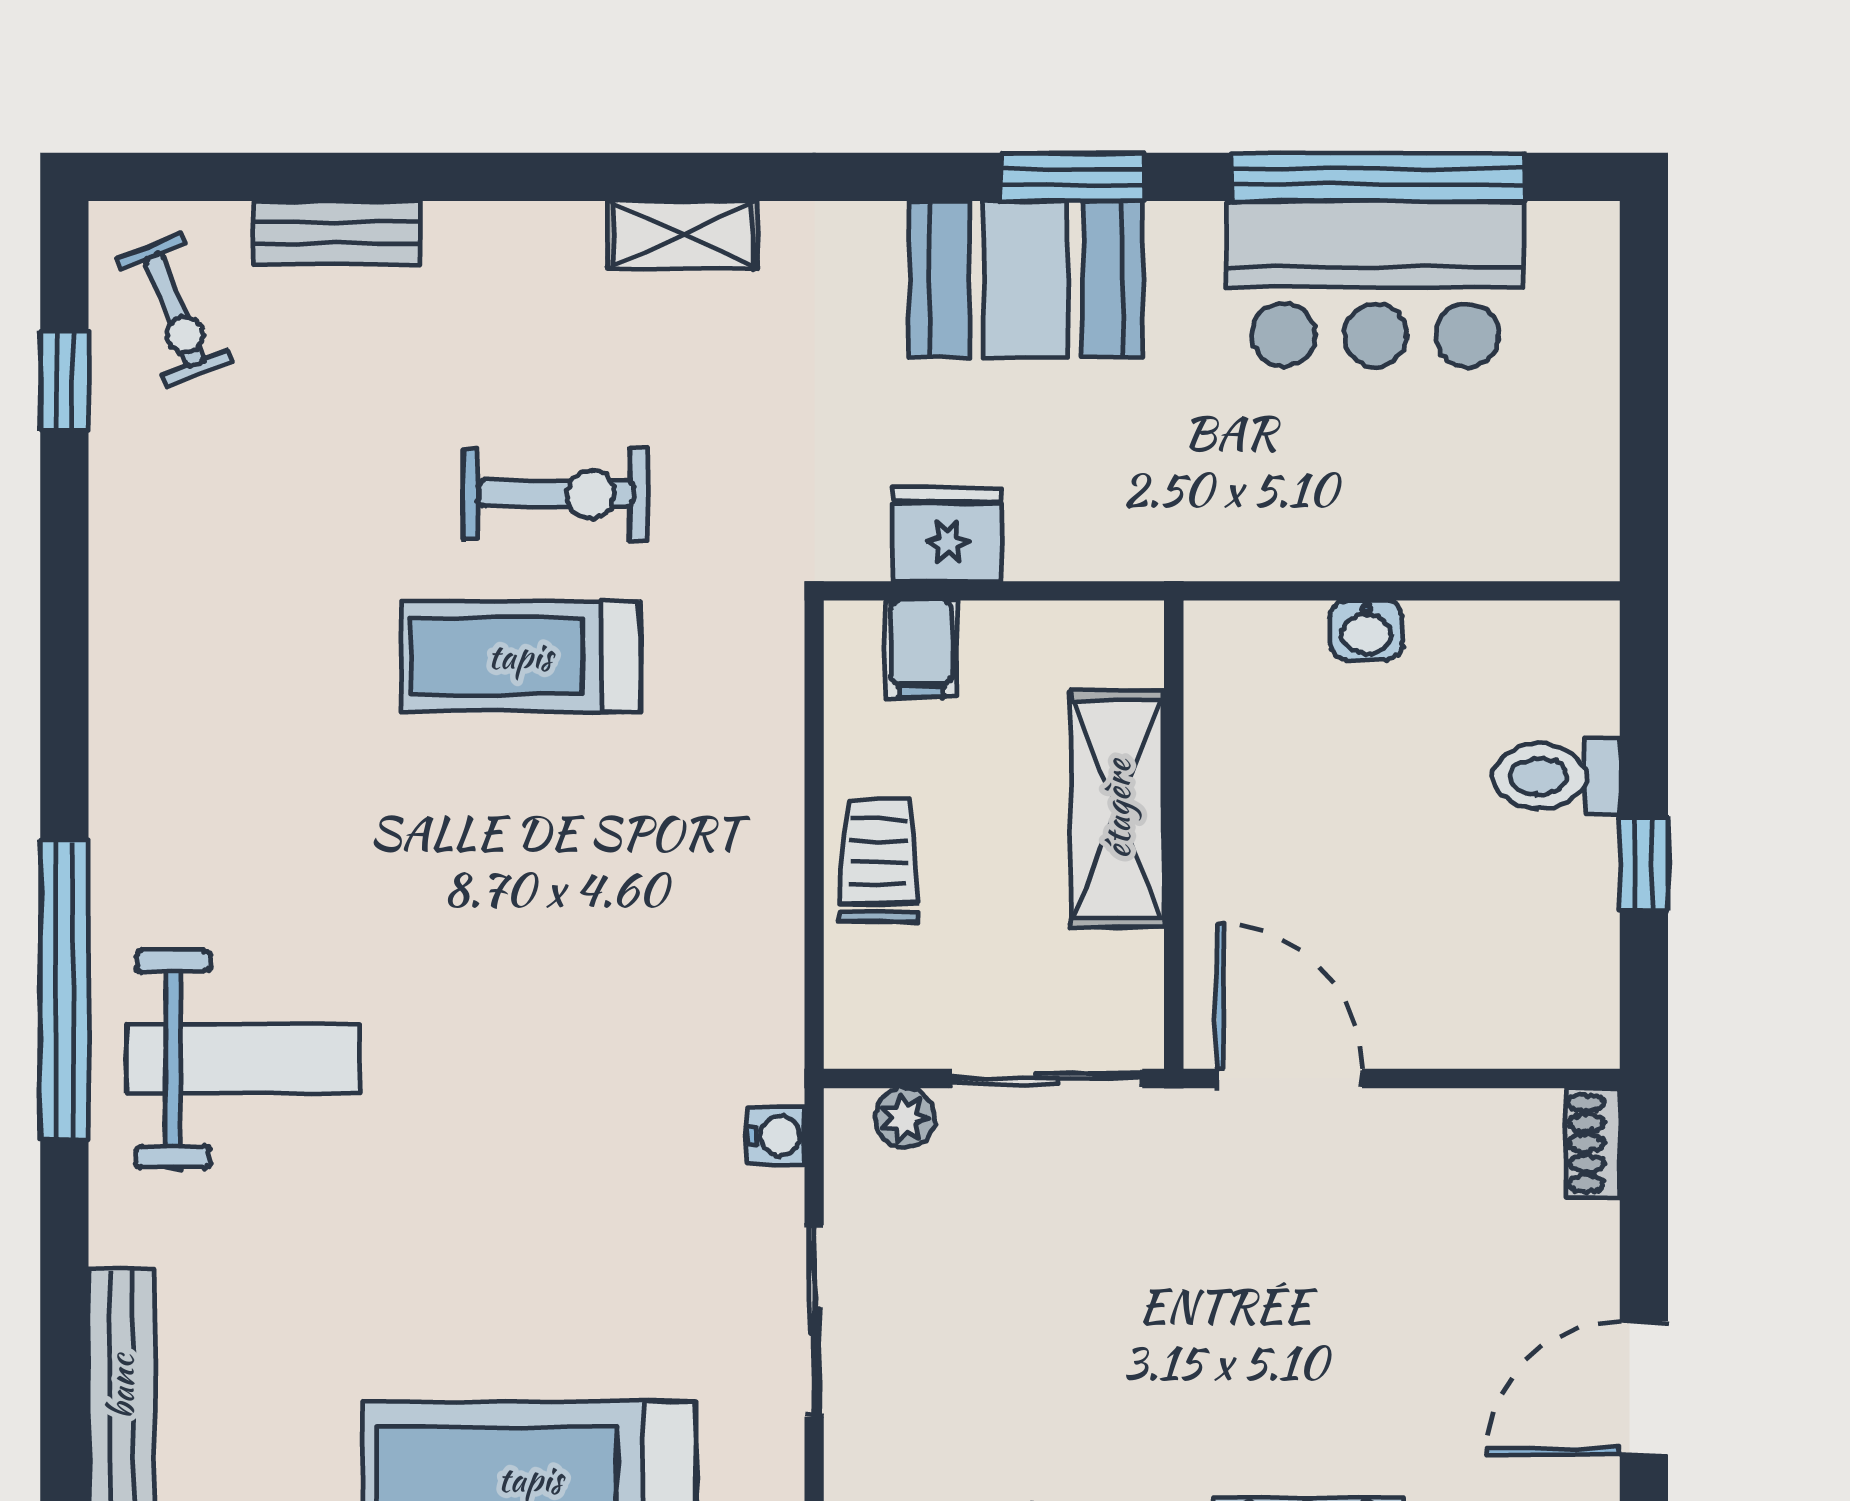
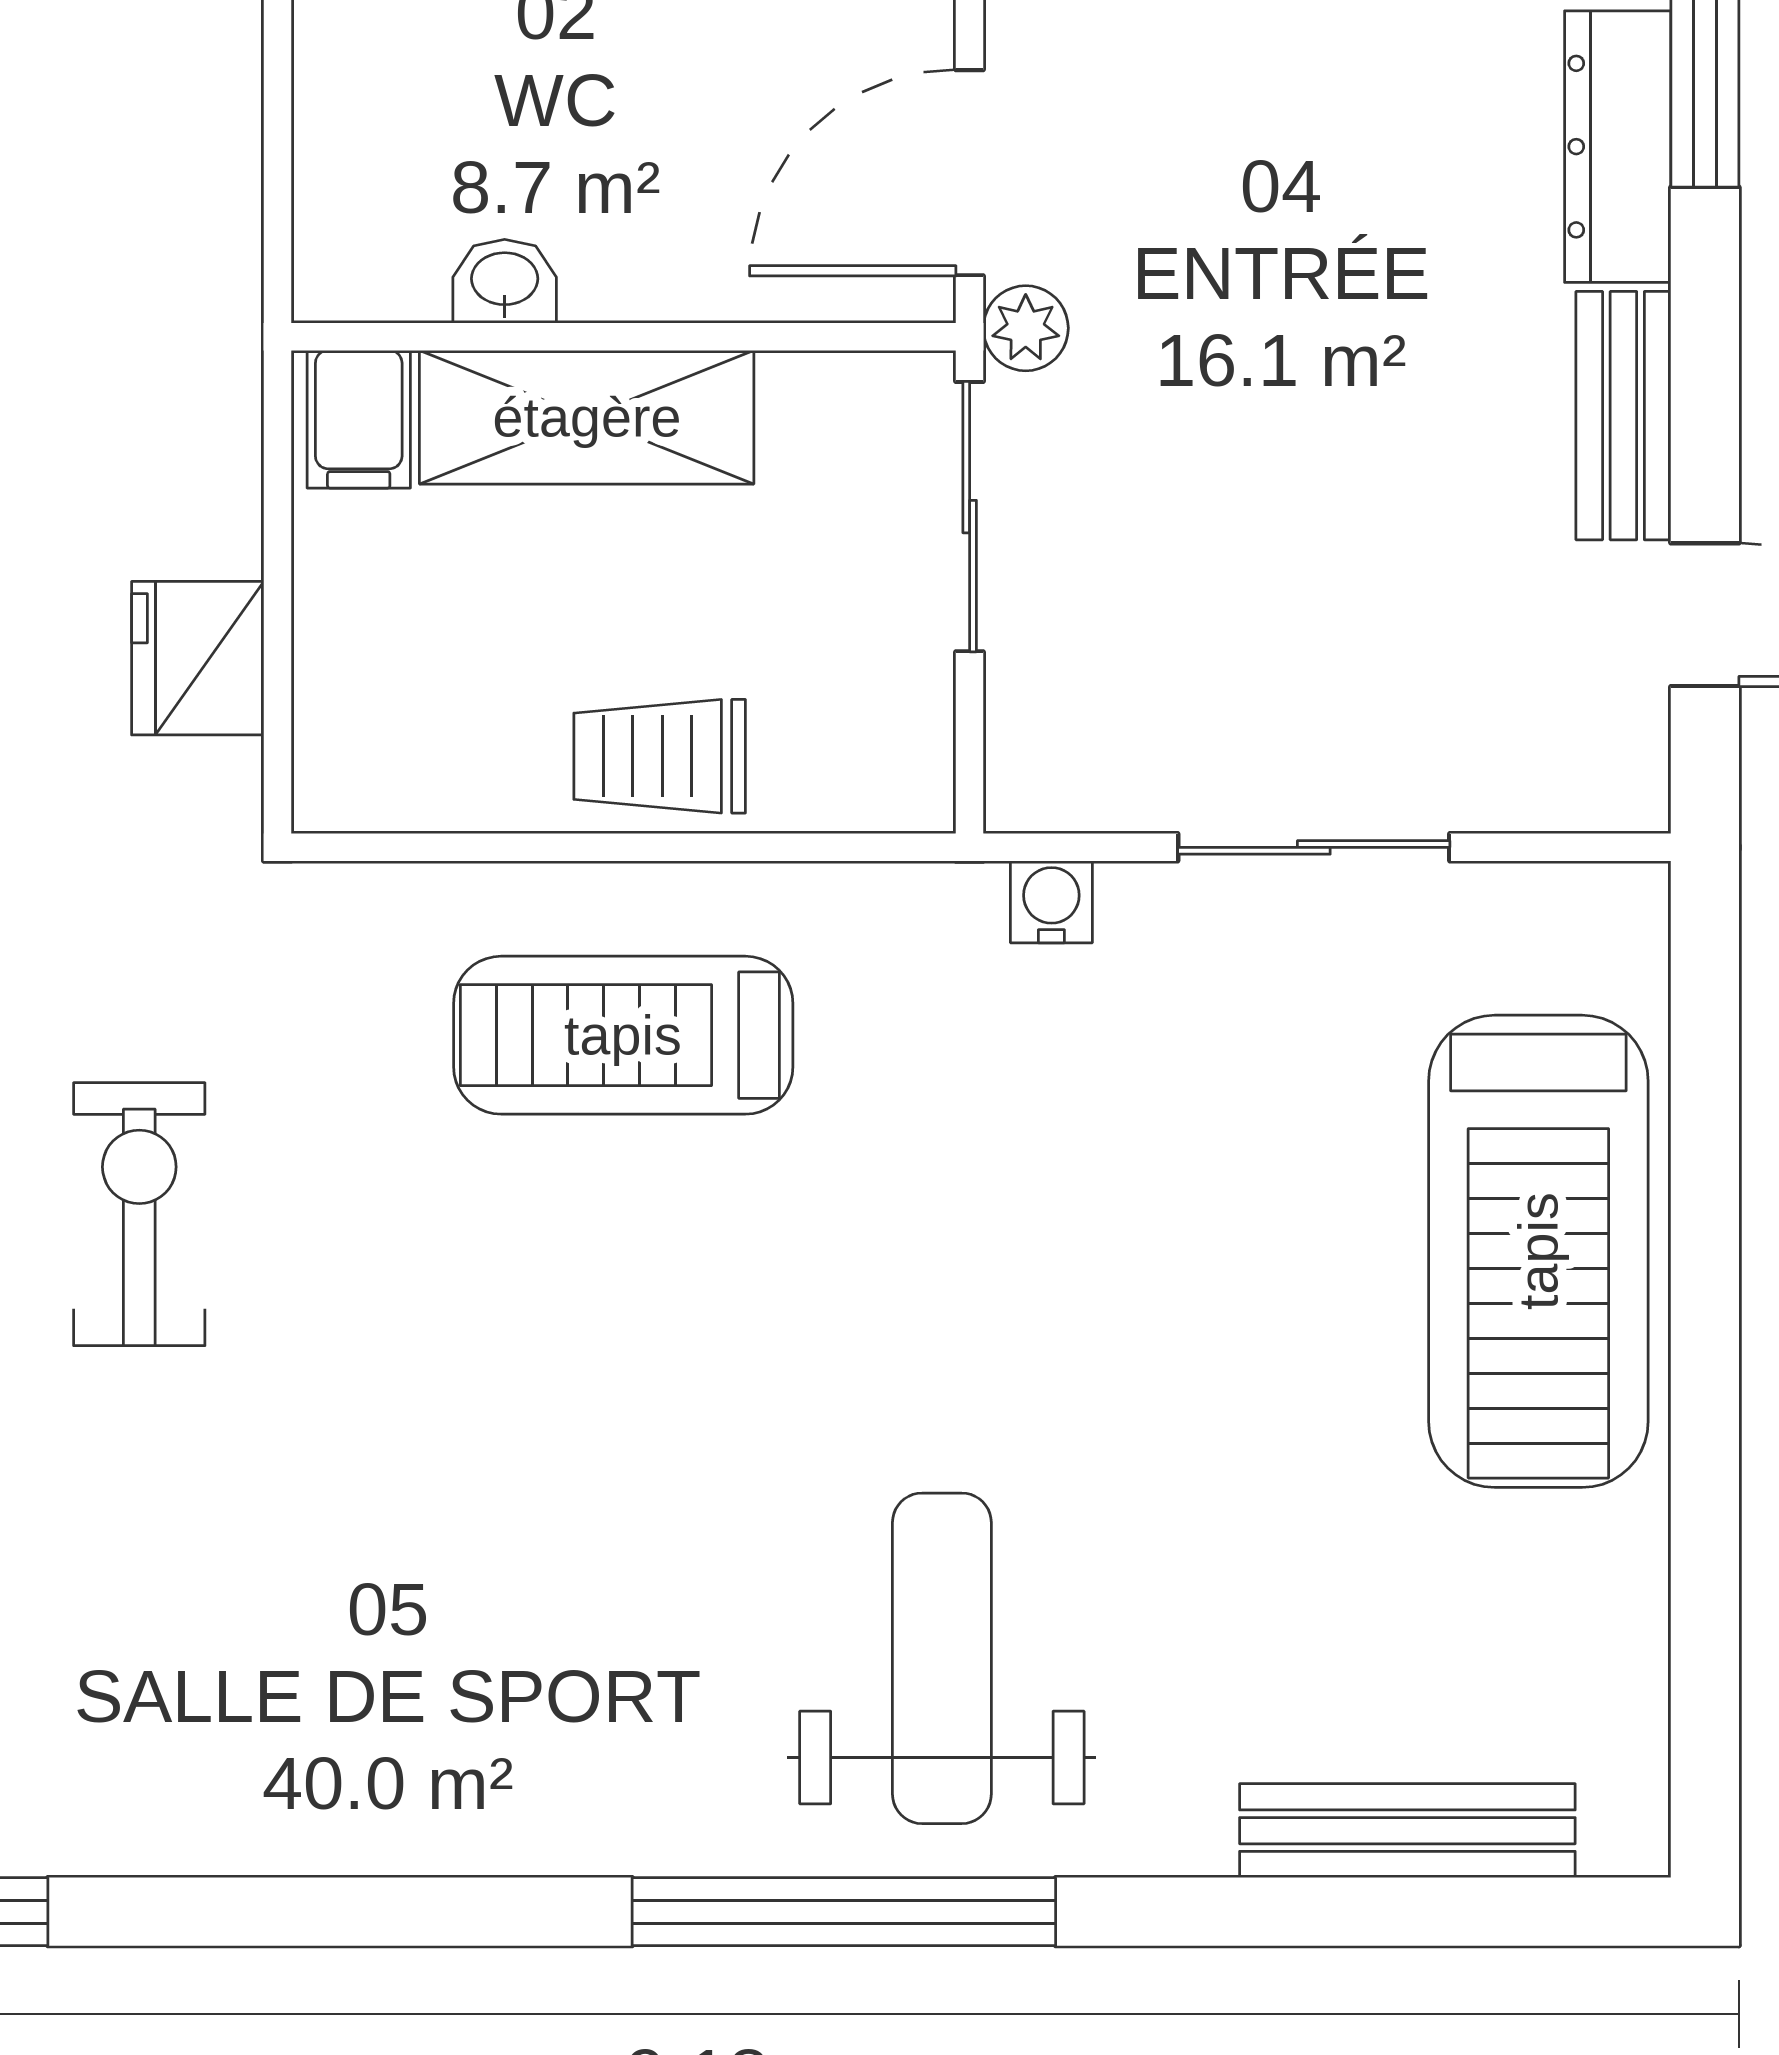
washbasin: (1366, 630) -> (505, 281), moved, turned -90
filing cabinet: (921, 649) -> (359, 419), moved, turned 90
treadmill: (520, 656) -> (623, 1035), moved, turned 90
plant: (905, 1118) -> (1026, 328), moved

